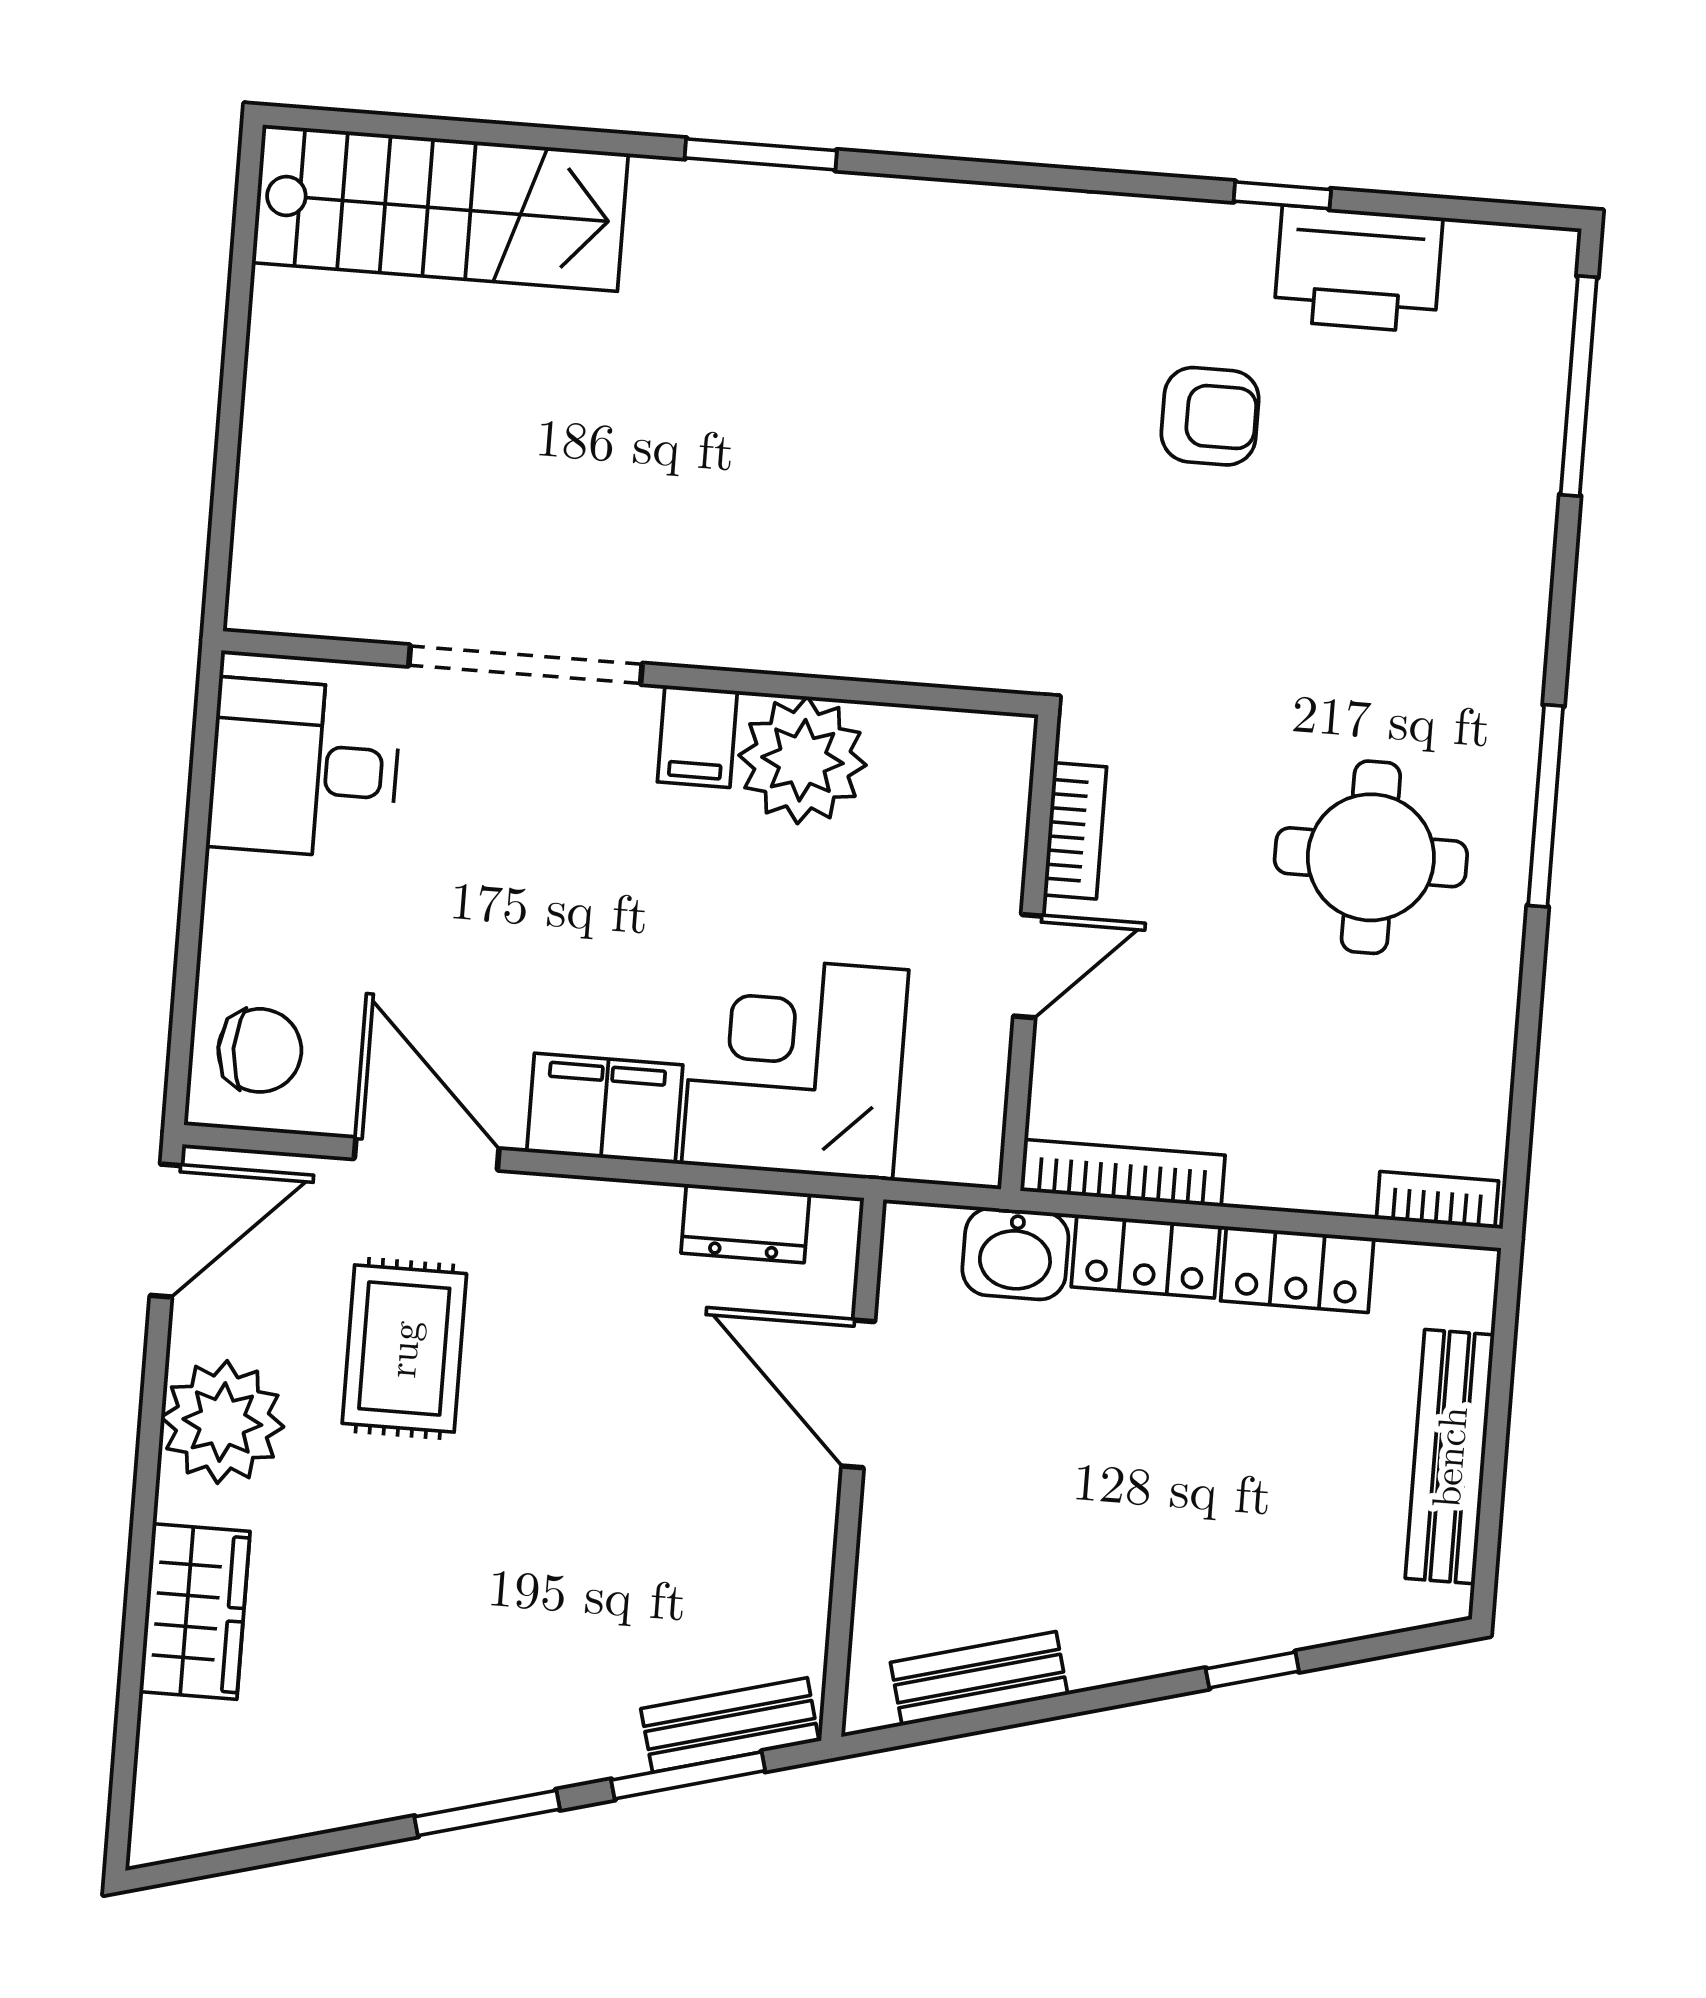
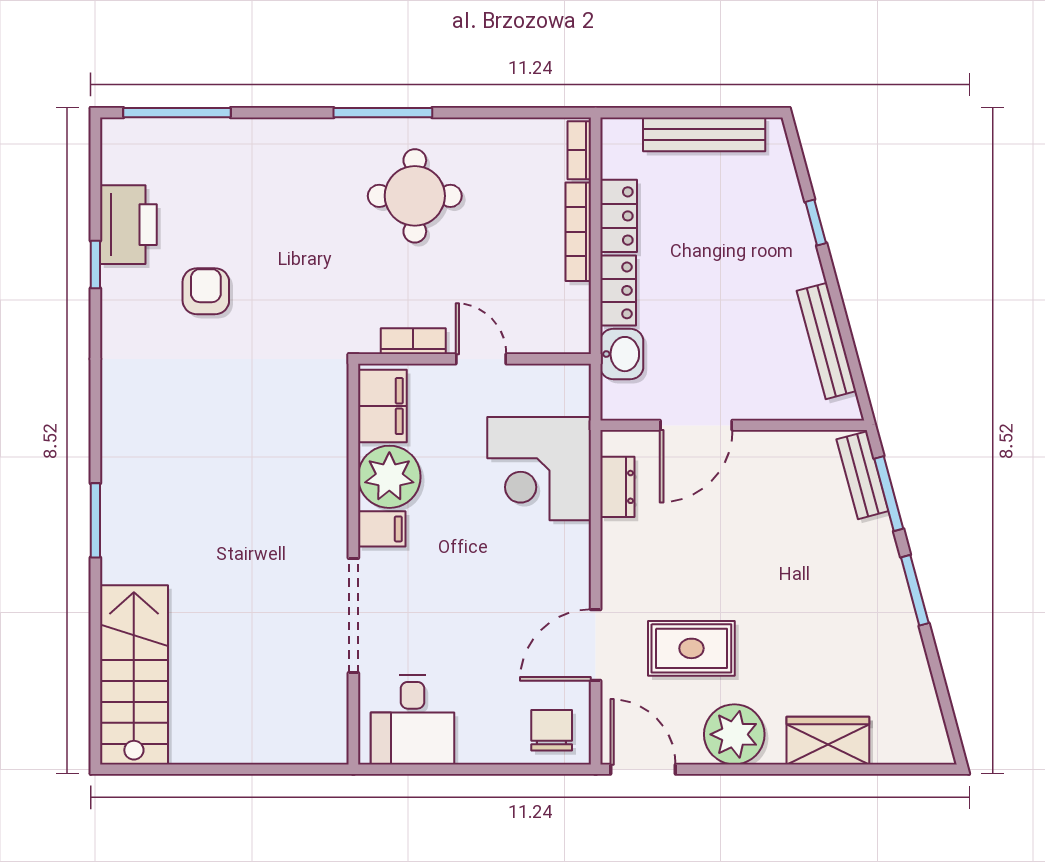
filing cabinet: (605, 1108) -> (382, 406), moved, turned 180
bookcase: (1123, 1173) -> (578, 232), moved
bench: (979, 1679) -> (826, 341), width x1.36

